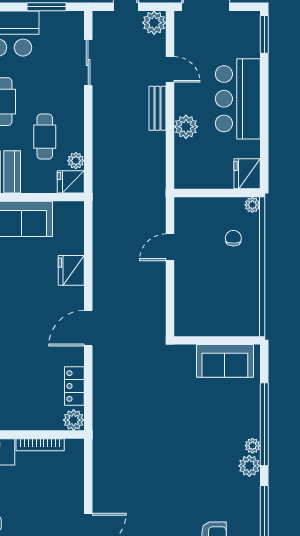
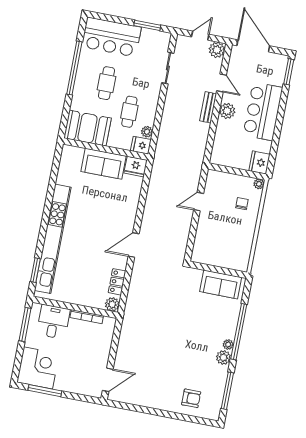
plant: (186, 127) -> (227, 111), moved
fridge: (71, 270) -> (136, 167), moved, turned -90

